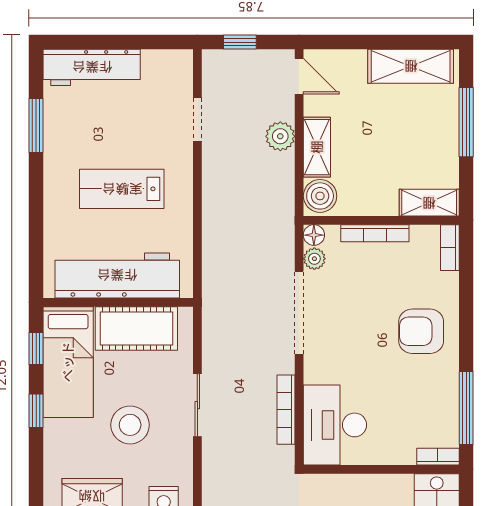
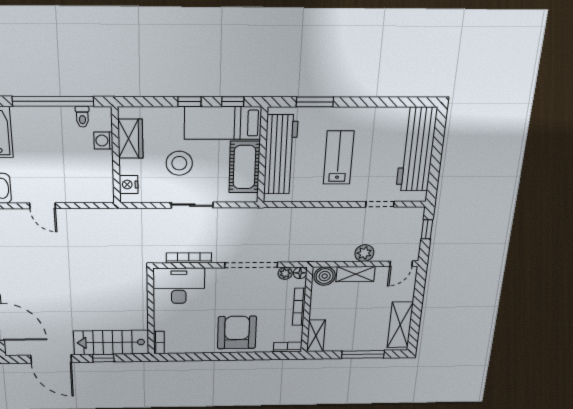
workbench: (92, 67) -> (416, 150), width x1.36, depth x1.32
window: (36, 125) -> (315, 102), moved
armchair: (421, 331) -> (237, 332), width x1.36, depth x1.36
window: (466, 408) -> (189, 357), removed

